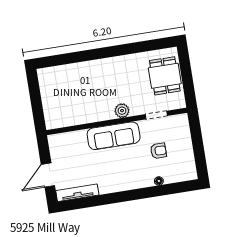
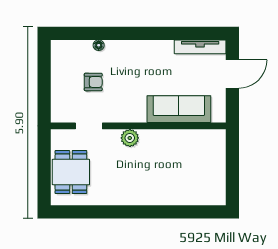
sofa: (114, 136) -> (179, 109), moved
armchair: (158, 151) -> (93, 82), turned 180

